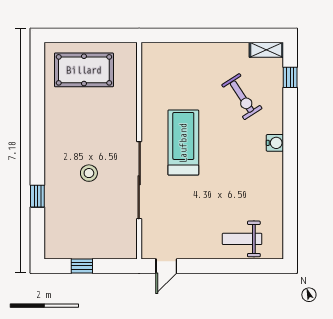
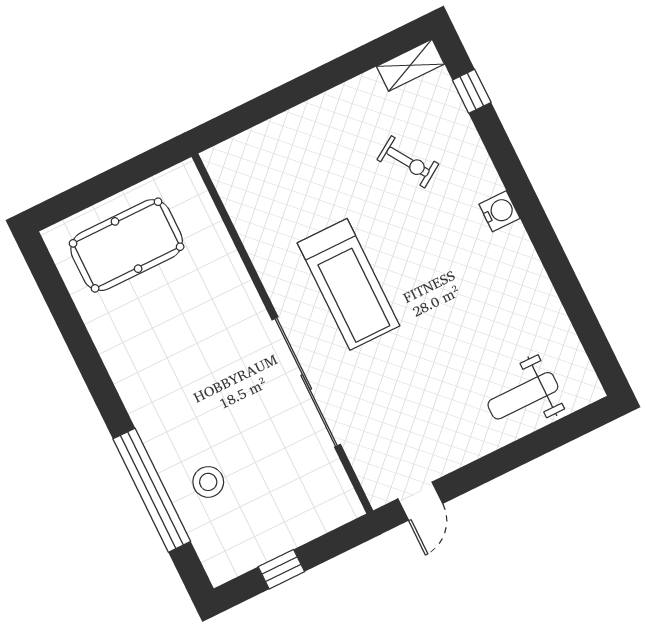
exercise bike: (242, 97) -> (408, 162), width x0.73, depth x0.72
treadmill: (183, 143) -> (349, 284), turned 180
stool: (89, 173) -> (208, 482), moved
window: (37, 196) -> (152, 490), width x3.17

